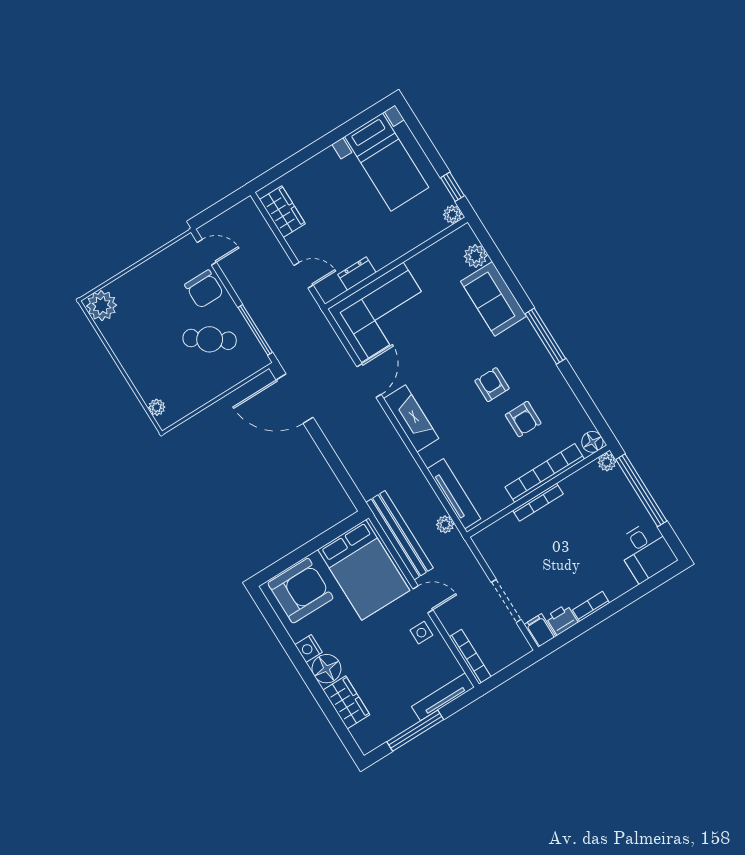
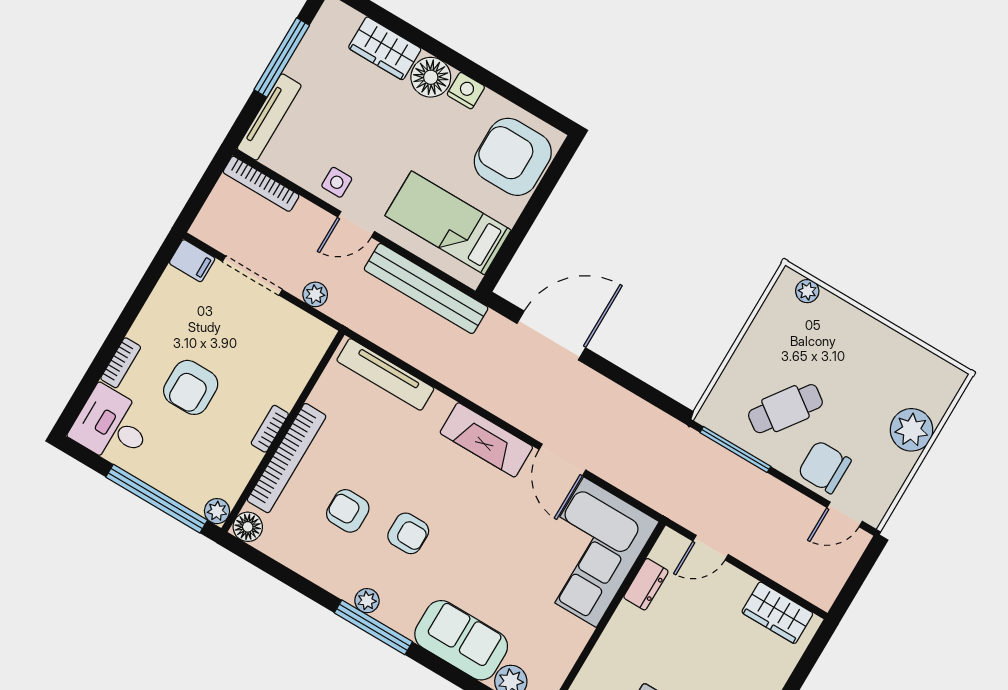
plant: (102, 306) -> (912, 430), moved
plant: (541, 355) -> (367, 601), added
door: (295, 399) -> (551, 336), moved
bookcase: (538, 502) -> (270, 429), width x0.64
plant: (445, 524) -> (315, 294), moved
armchair: (583, 550) -> (191, 387), added
bed: (364, 570) -> (448, 223), width x0.67
armchair: (300, 591) -> (513, 157), turned 90
bookcase: (591, 606) -> (121, 363), moved
printer: (562, 620) -> (172, 288), removed

